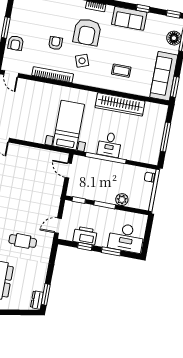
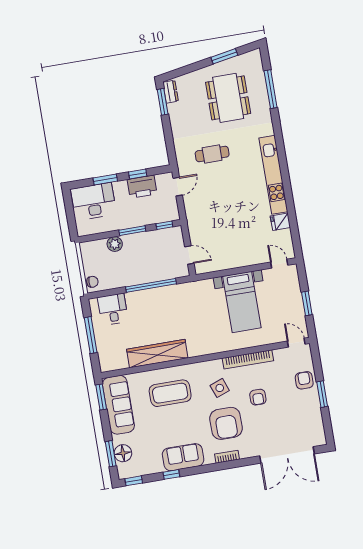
armchair: (87, 32) -> (226, 423), turned 180
coffee table: (121, 71) -> (170, 393), width x1.86, depth x1.72
bed with nightstands: (69, 125) -> (242, 302), moved
desk: (109, 145) -> (113, 309), moved

